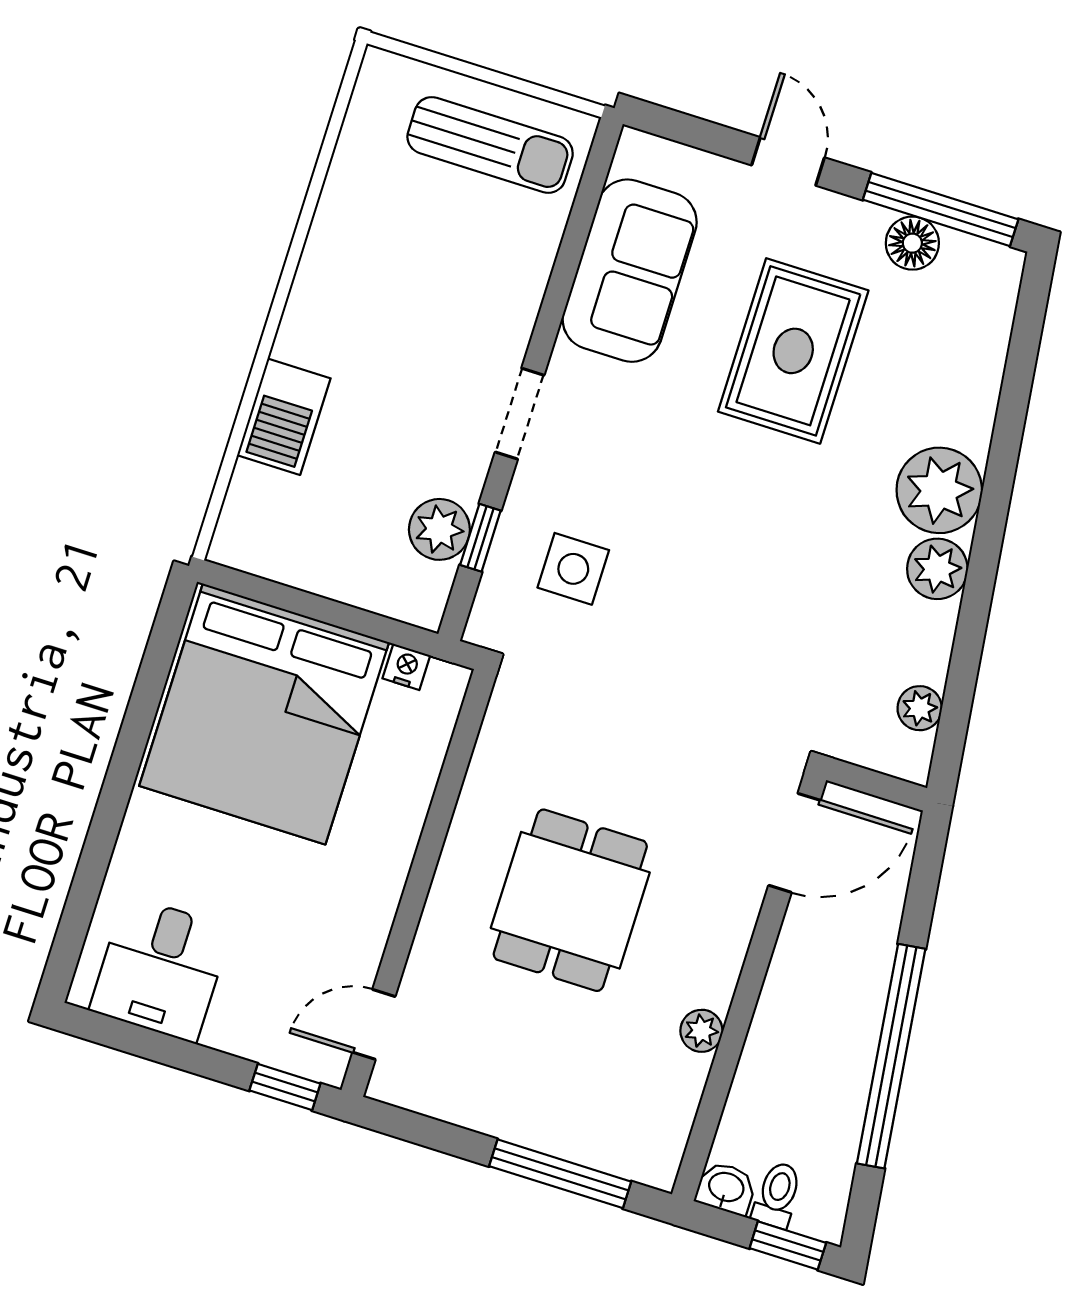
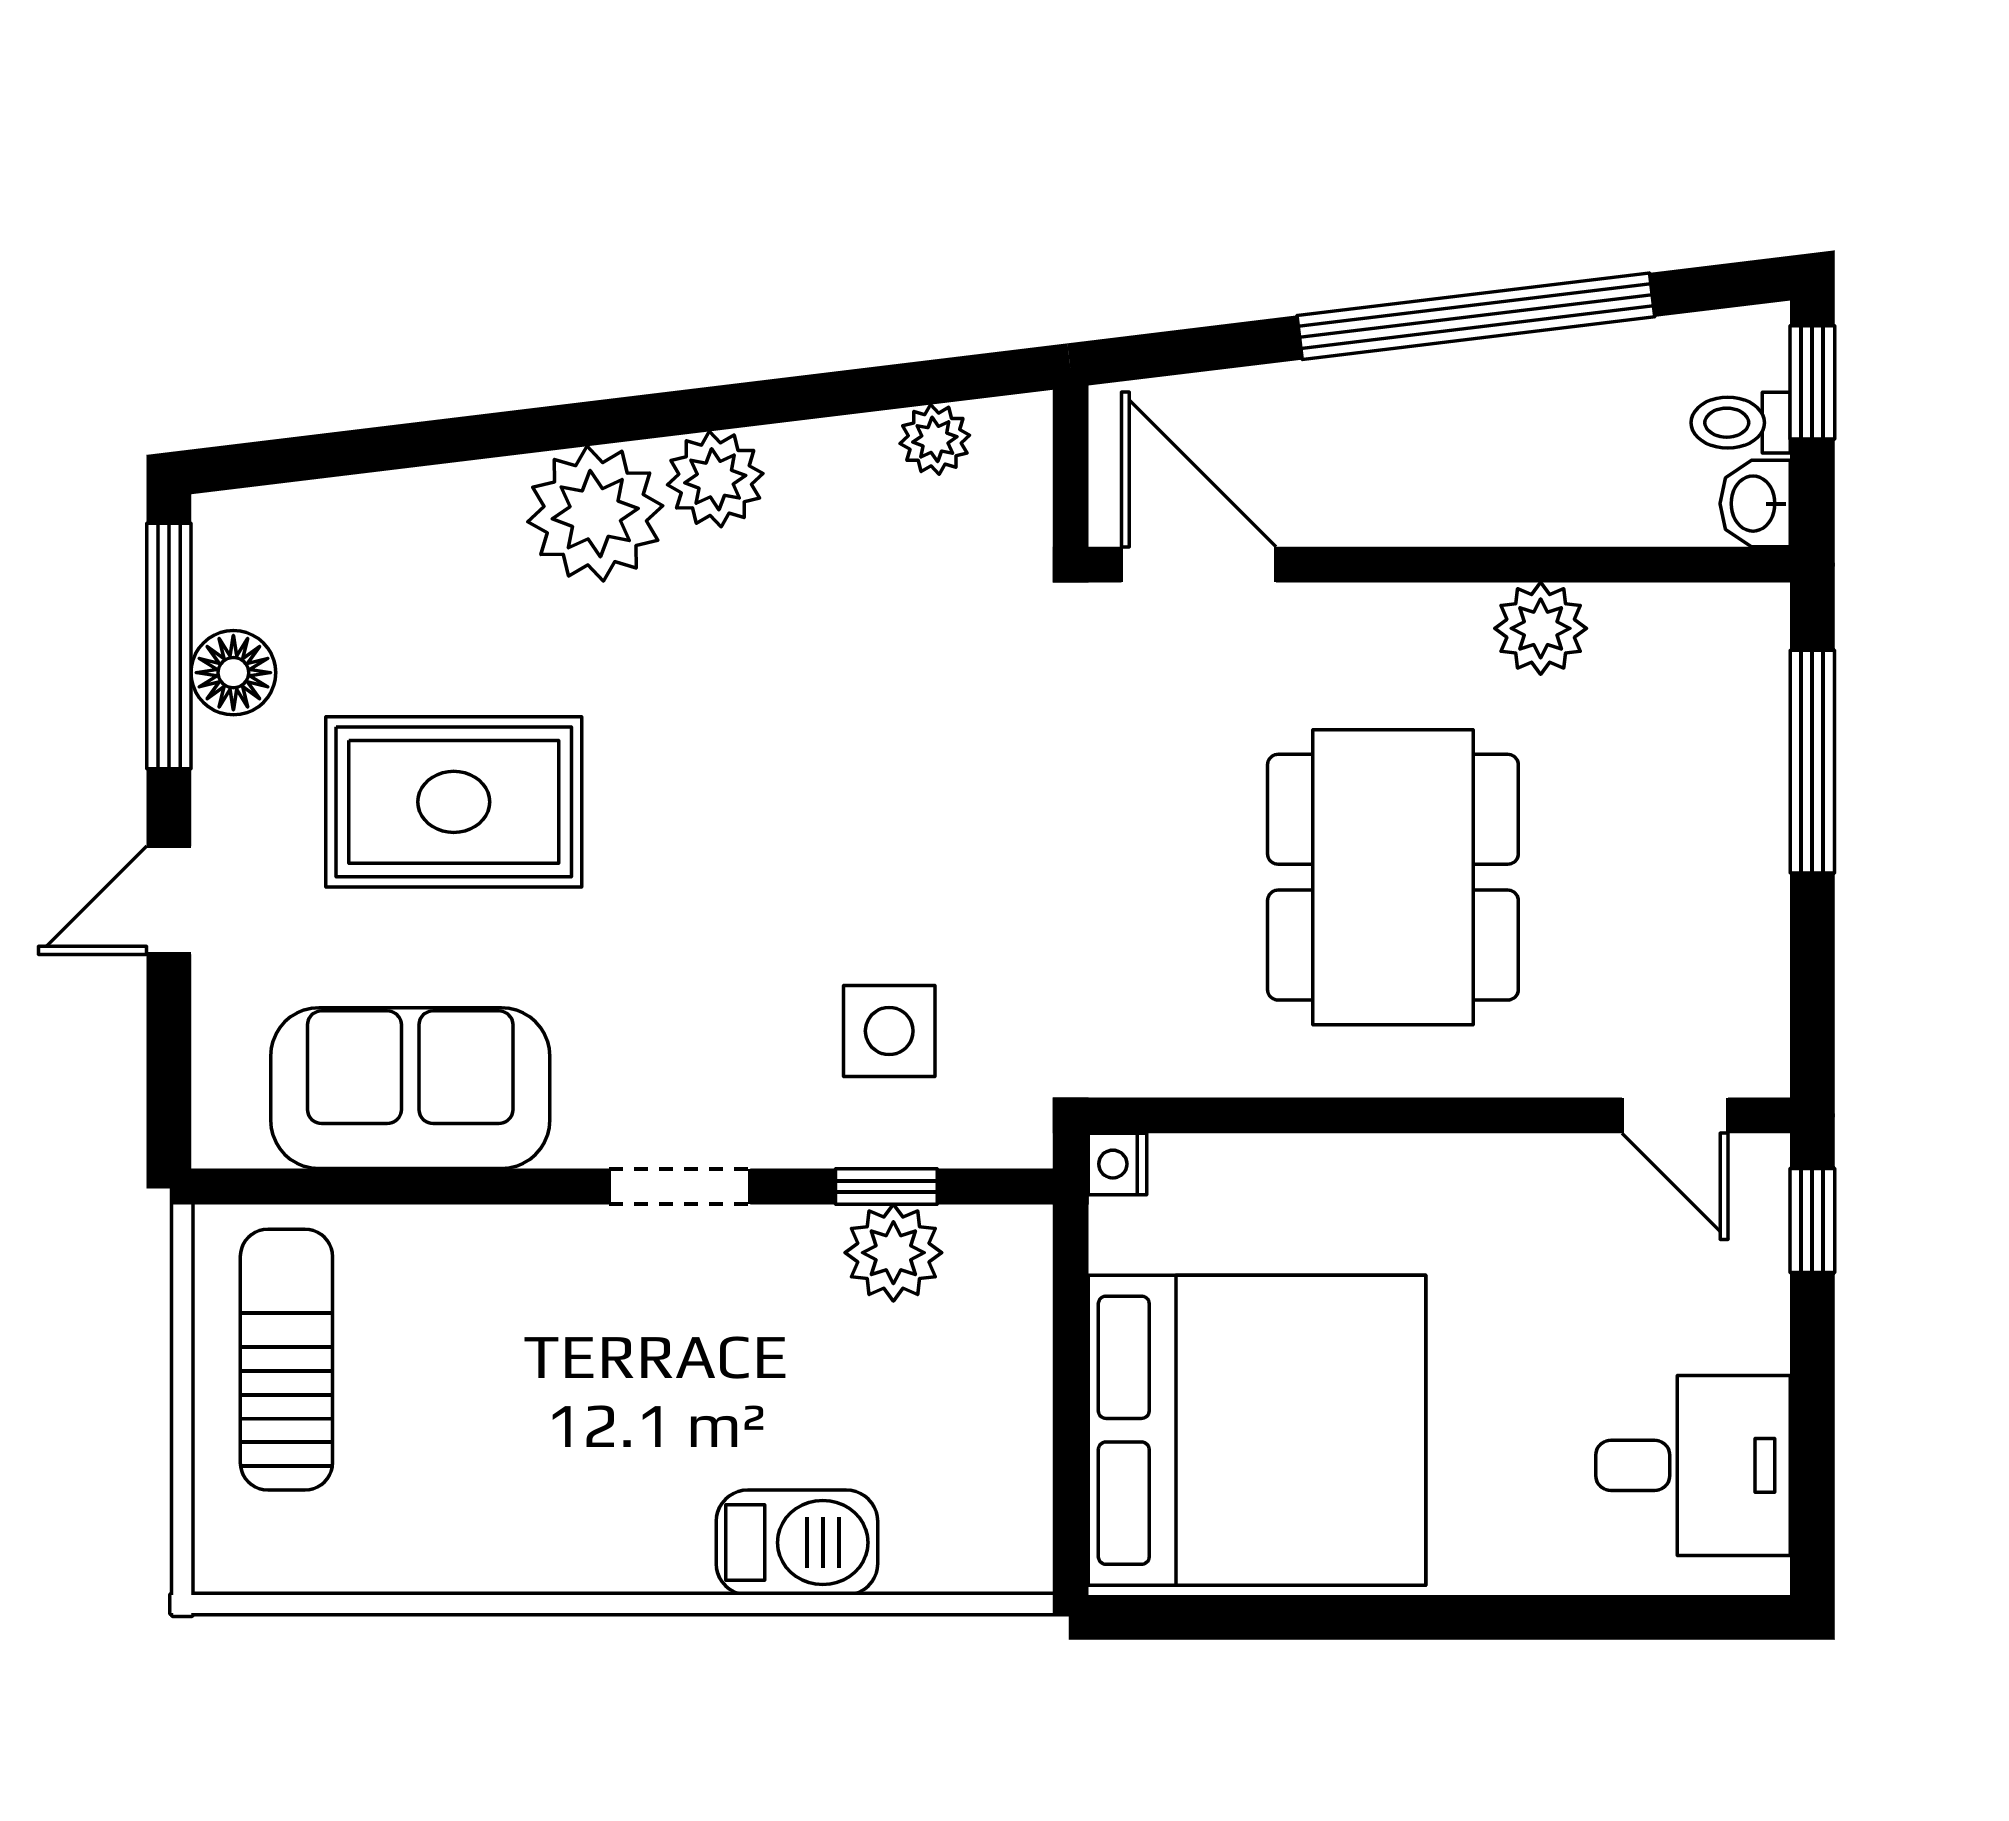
nightstand: (406, 667) -> (1117, 1164), moved
dining table: (570, 900) -> (1393, 877), width x1.38
plant: (701, 1031) -> (1541, 628), width x1.38, depth x1.38

